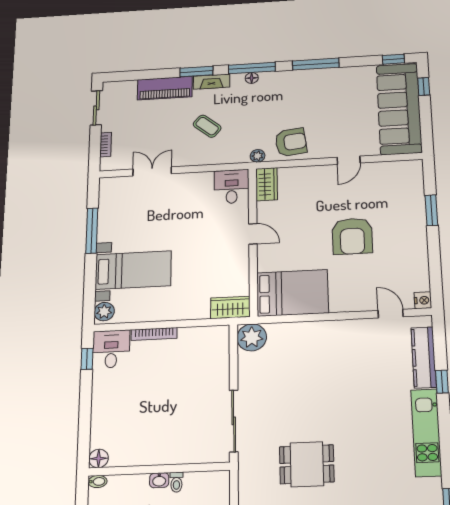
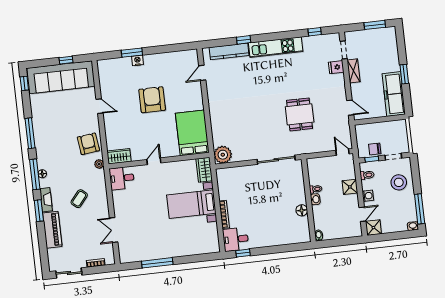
window: (424, 87) -> (66, 60), moved
armchair: (352, 236) -> (152, 100), turned -90
bed with nightstands: (133, 270) -> (191, 204), moved, turned -90
nightstand: (423, 300) -> (137, 60), moved
plant: (104, 312) -> (211, 247), removed
floor lamp: (99, 458) -> (302, 210), moved

